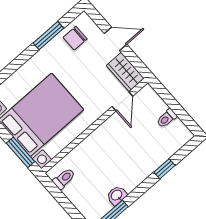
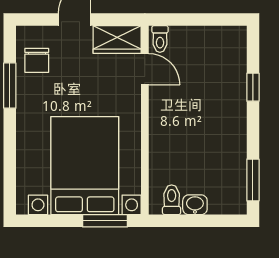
toilet: (167, 118) -> (160, 39), moved
washbasin: (117, 195) -> (195, 205), moved, turned 90

